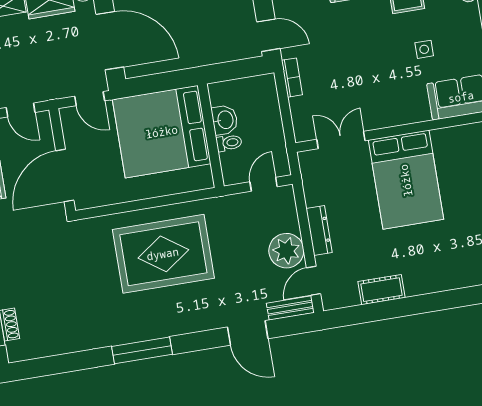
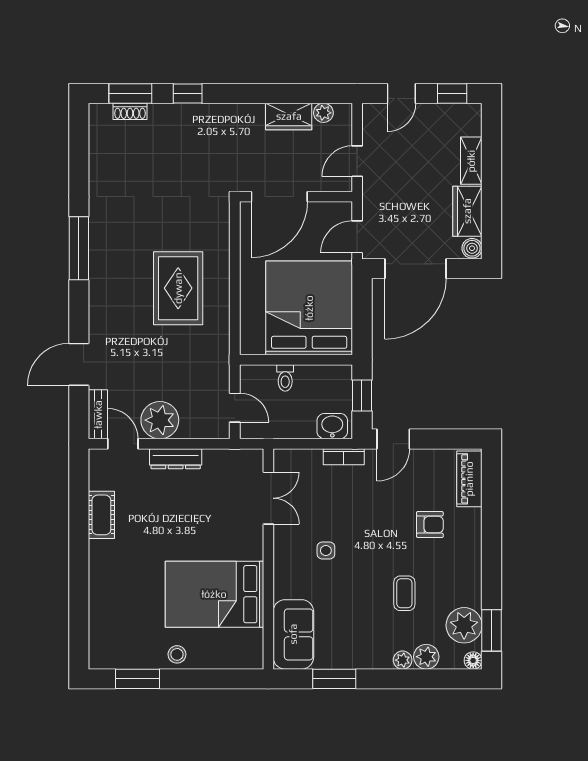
side table: (424, 49) -> (326, 551), moved
window: (233, 70) -> (362, 395), added
washbasin: (225, 120) -> (332, 426), moved, turned 180
door: (65, 176) -> (279, 197), swing flipped
bed: (406, 180) -> (214, 594), moved
rug: (163, 254) -> (178, 288), width x0.73, depth x0.69

